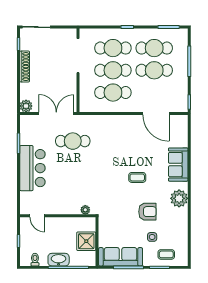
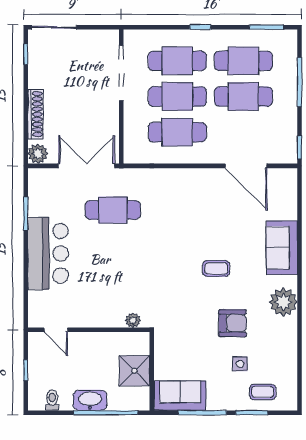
shoe rack: (25, 67) -> (36, 114), moved
sofa: (121, 257) -> (180, 396), width x0.73

